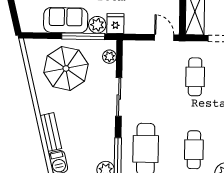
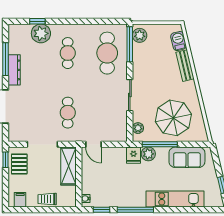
sofa: (66, 20) -> (187, 157), moved

